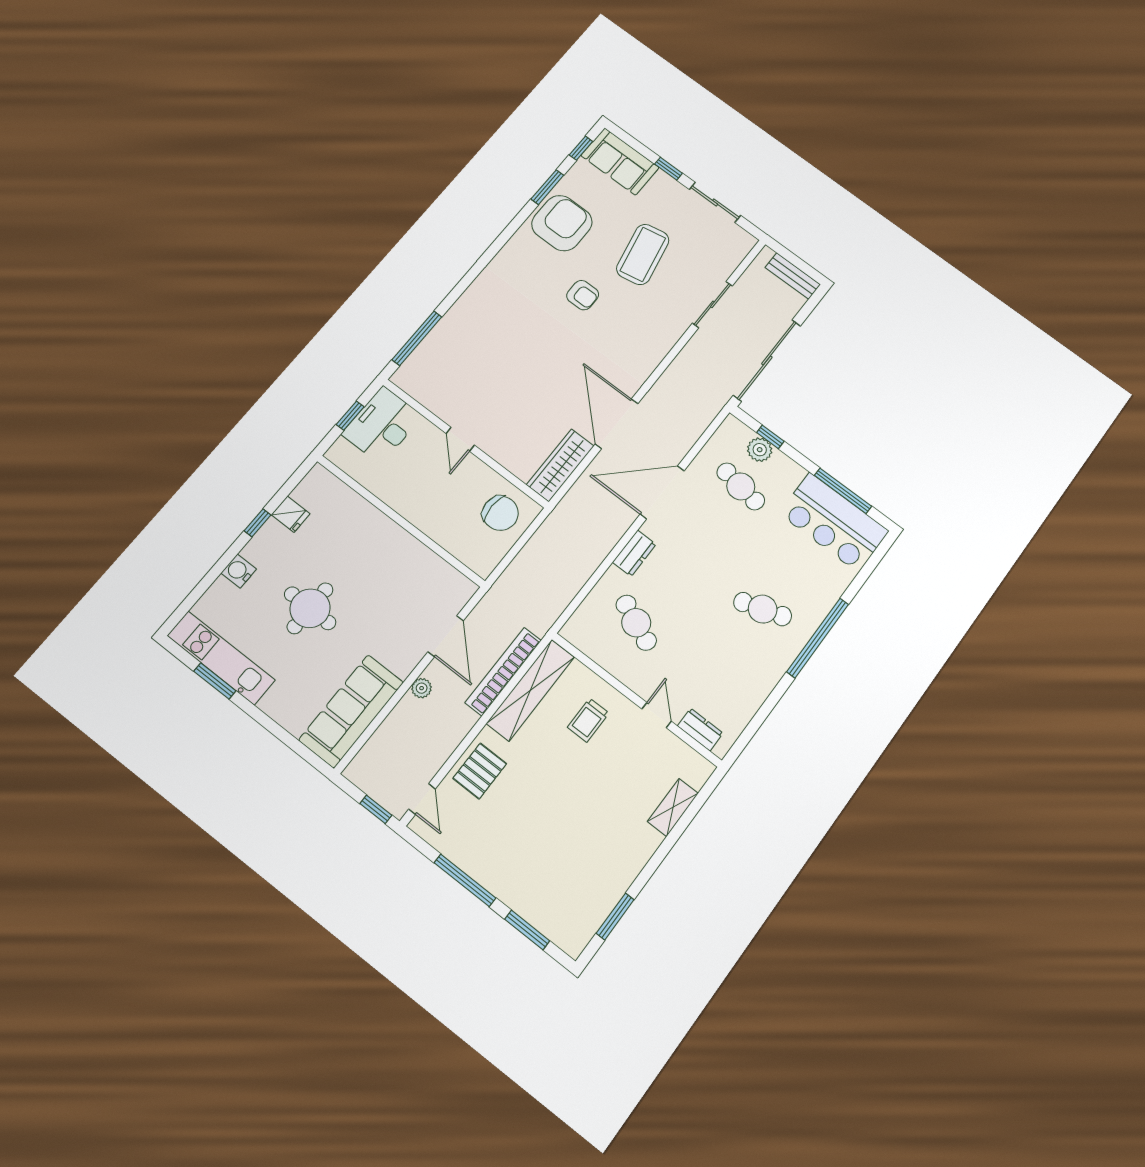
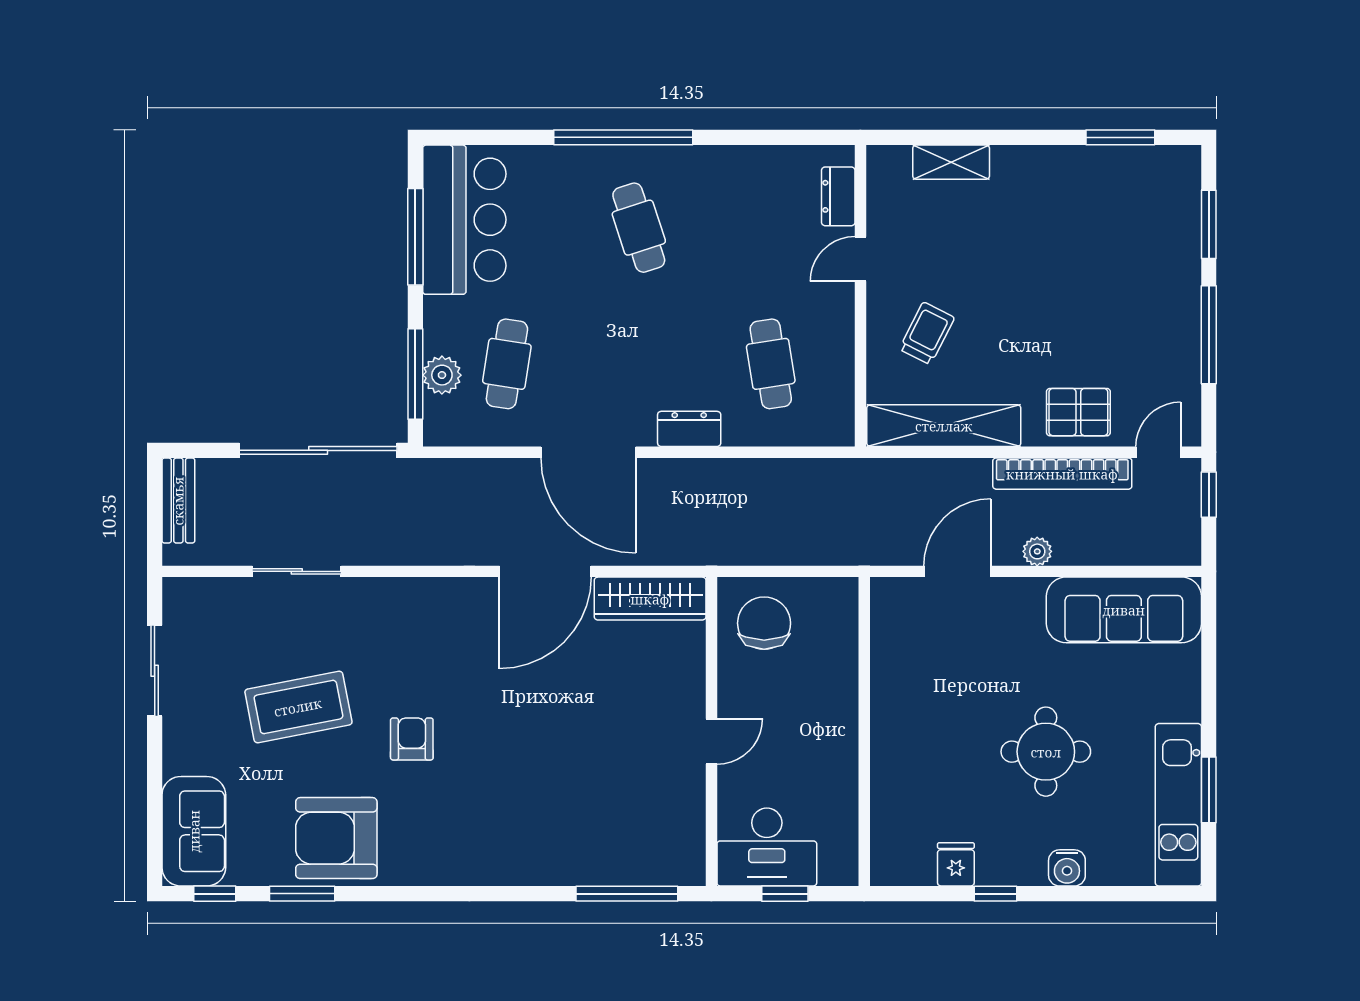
window: (669, 169) -> (155, 763), removed
window: (770, 437) -> (415, 374), width x2.17
cafe table: (636, 623) -> (771, 364), turned -33
bookcase: (503, 671) -> (1062, 474), moved
trolley: (588, 720) -> (927, 333), turned -63

